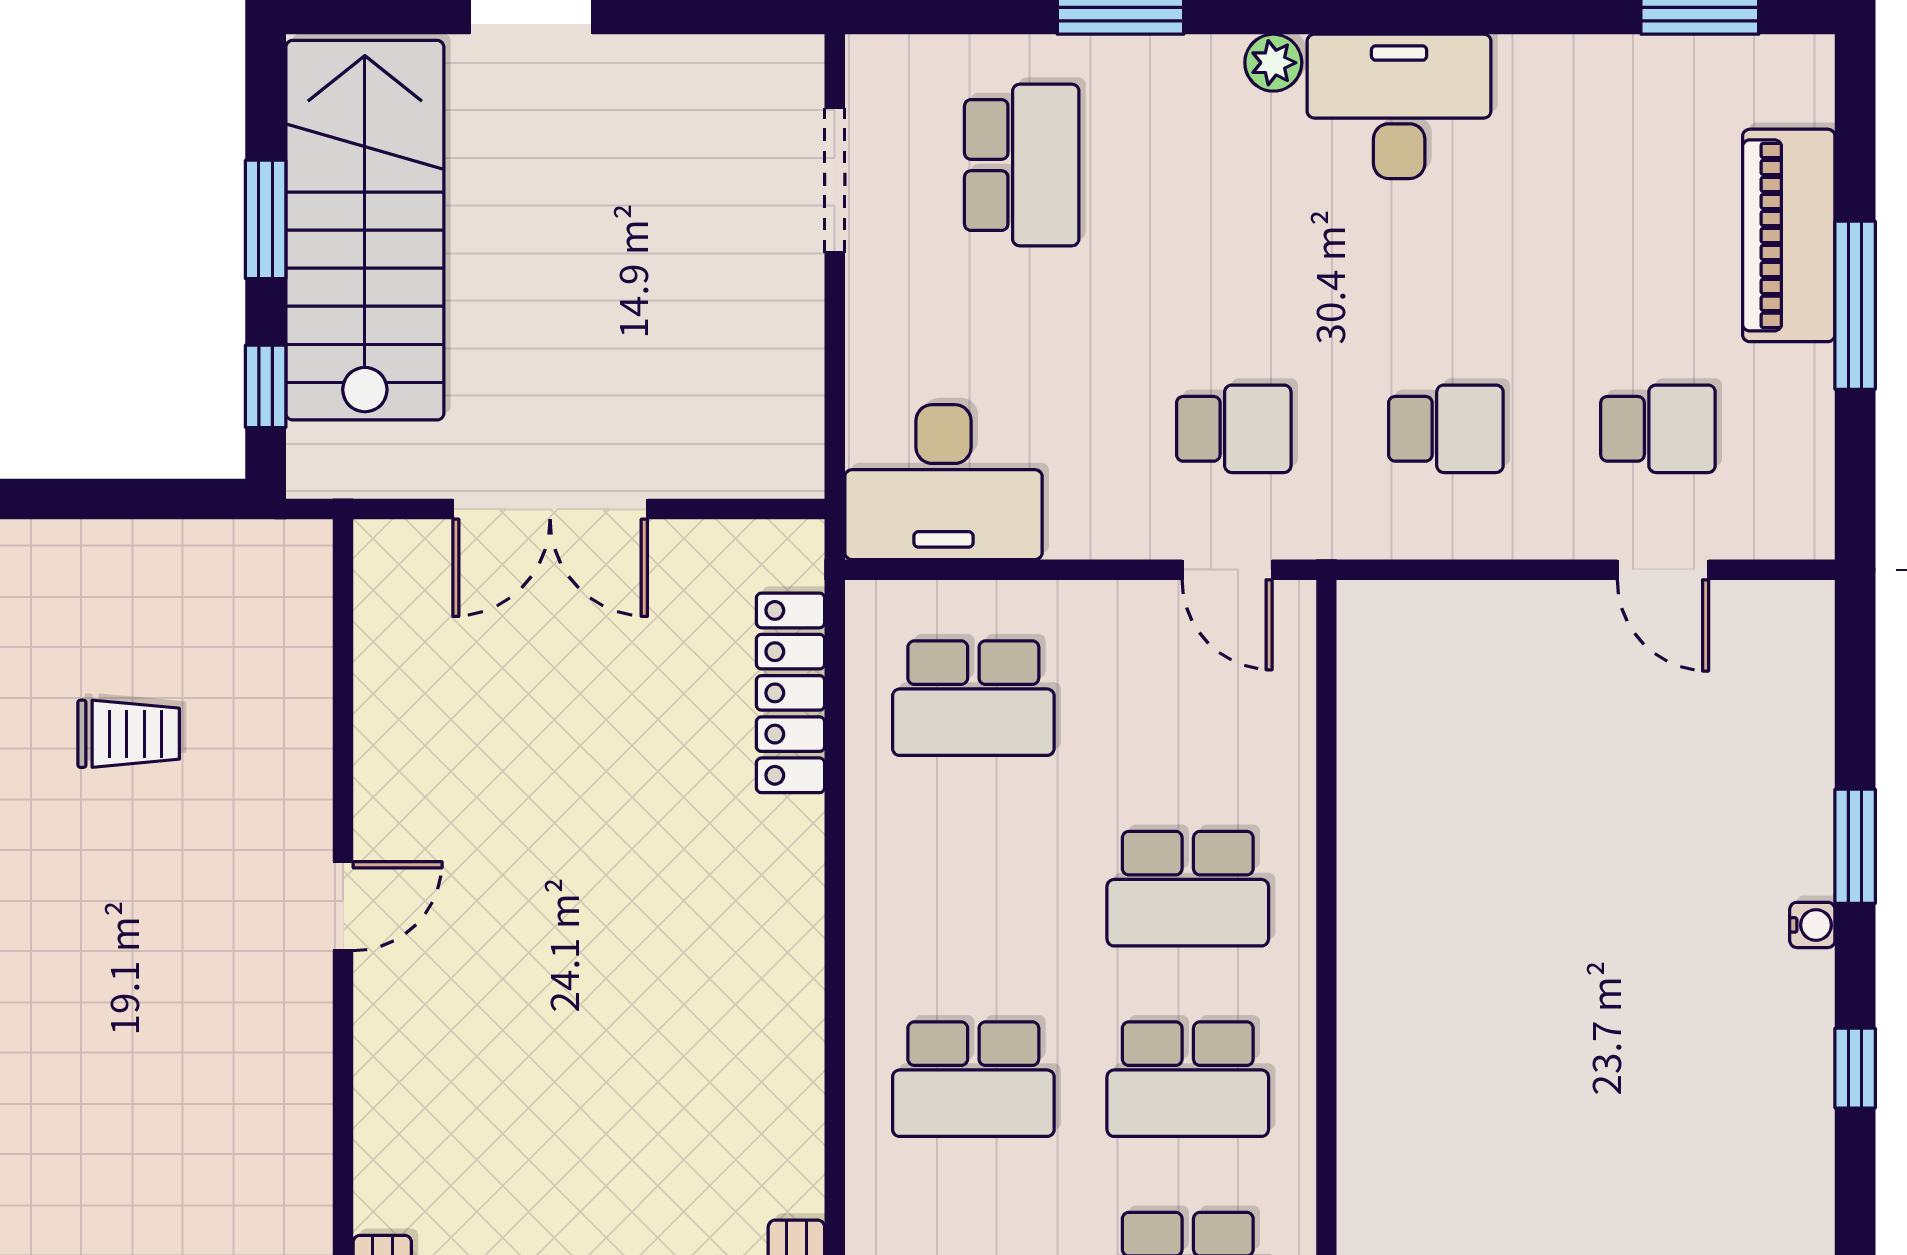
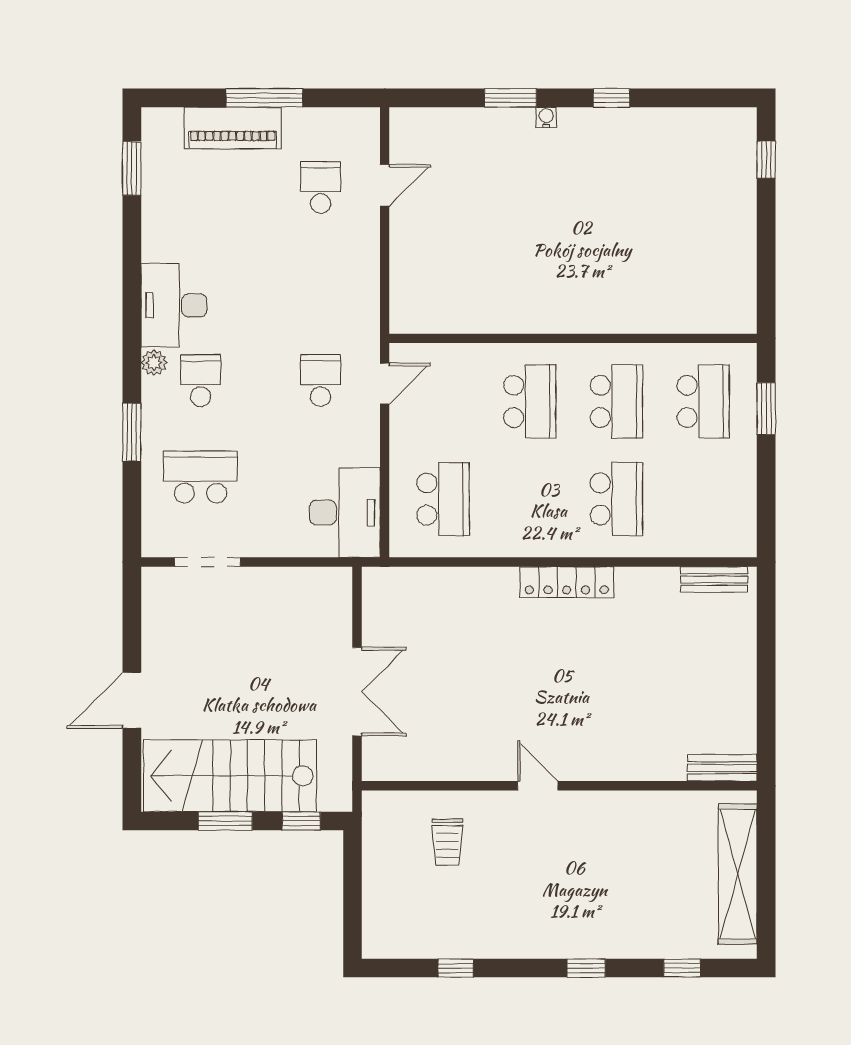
school desk: (1446, 429) -> (201, 380), moved
locker: (791, 693) -> (567, 582), moved
trolley: (129, 734) -> (447, 842), moved, turned 180

